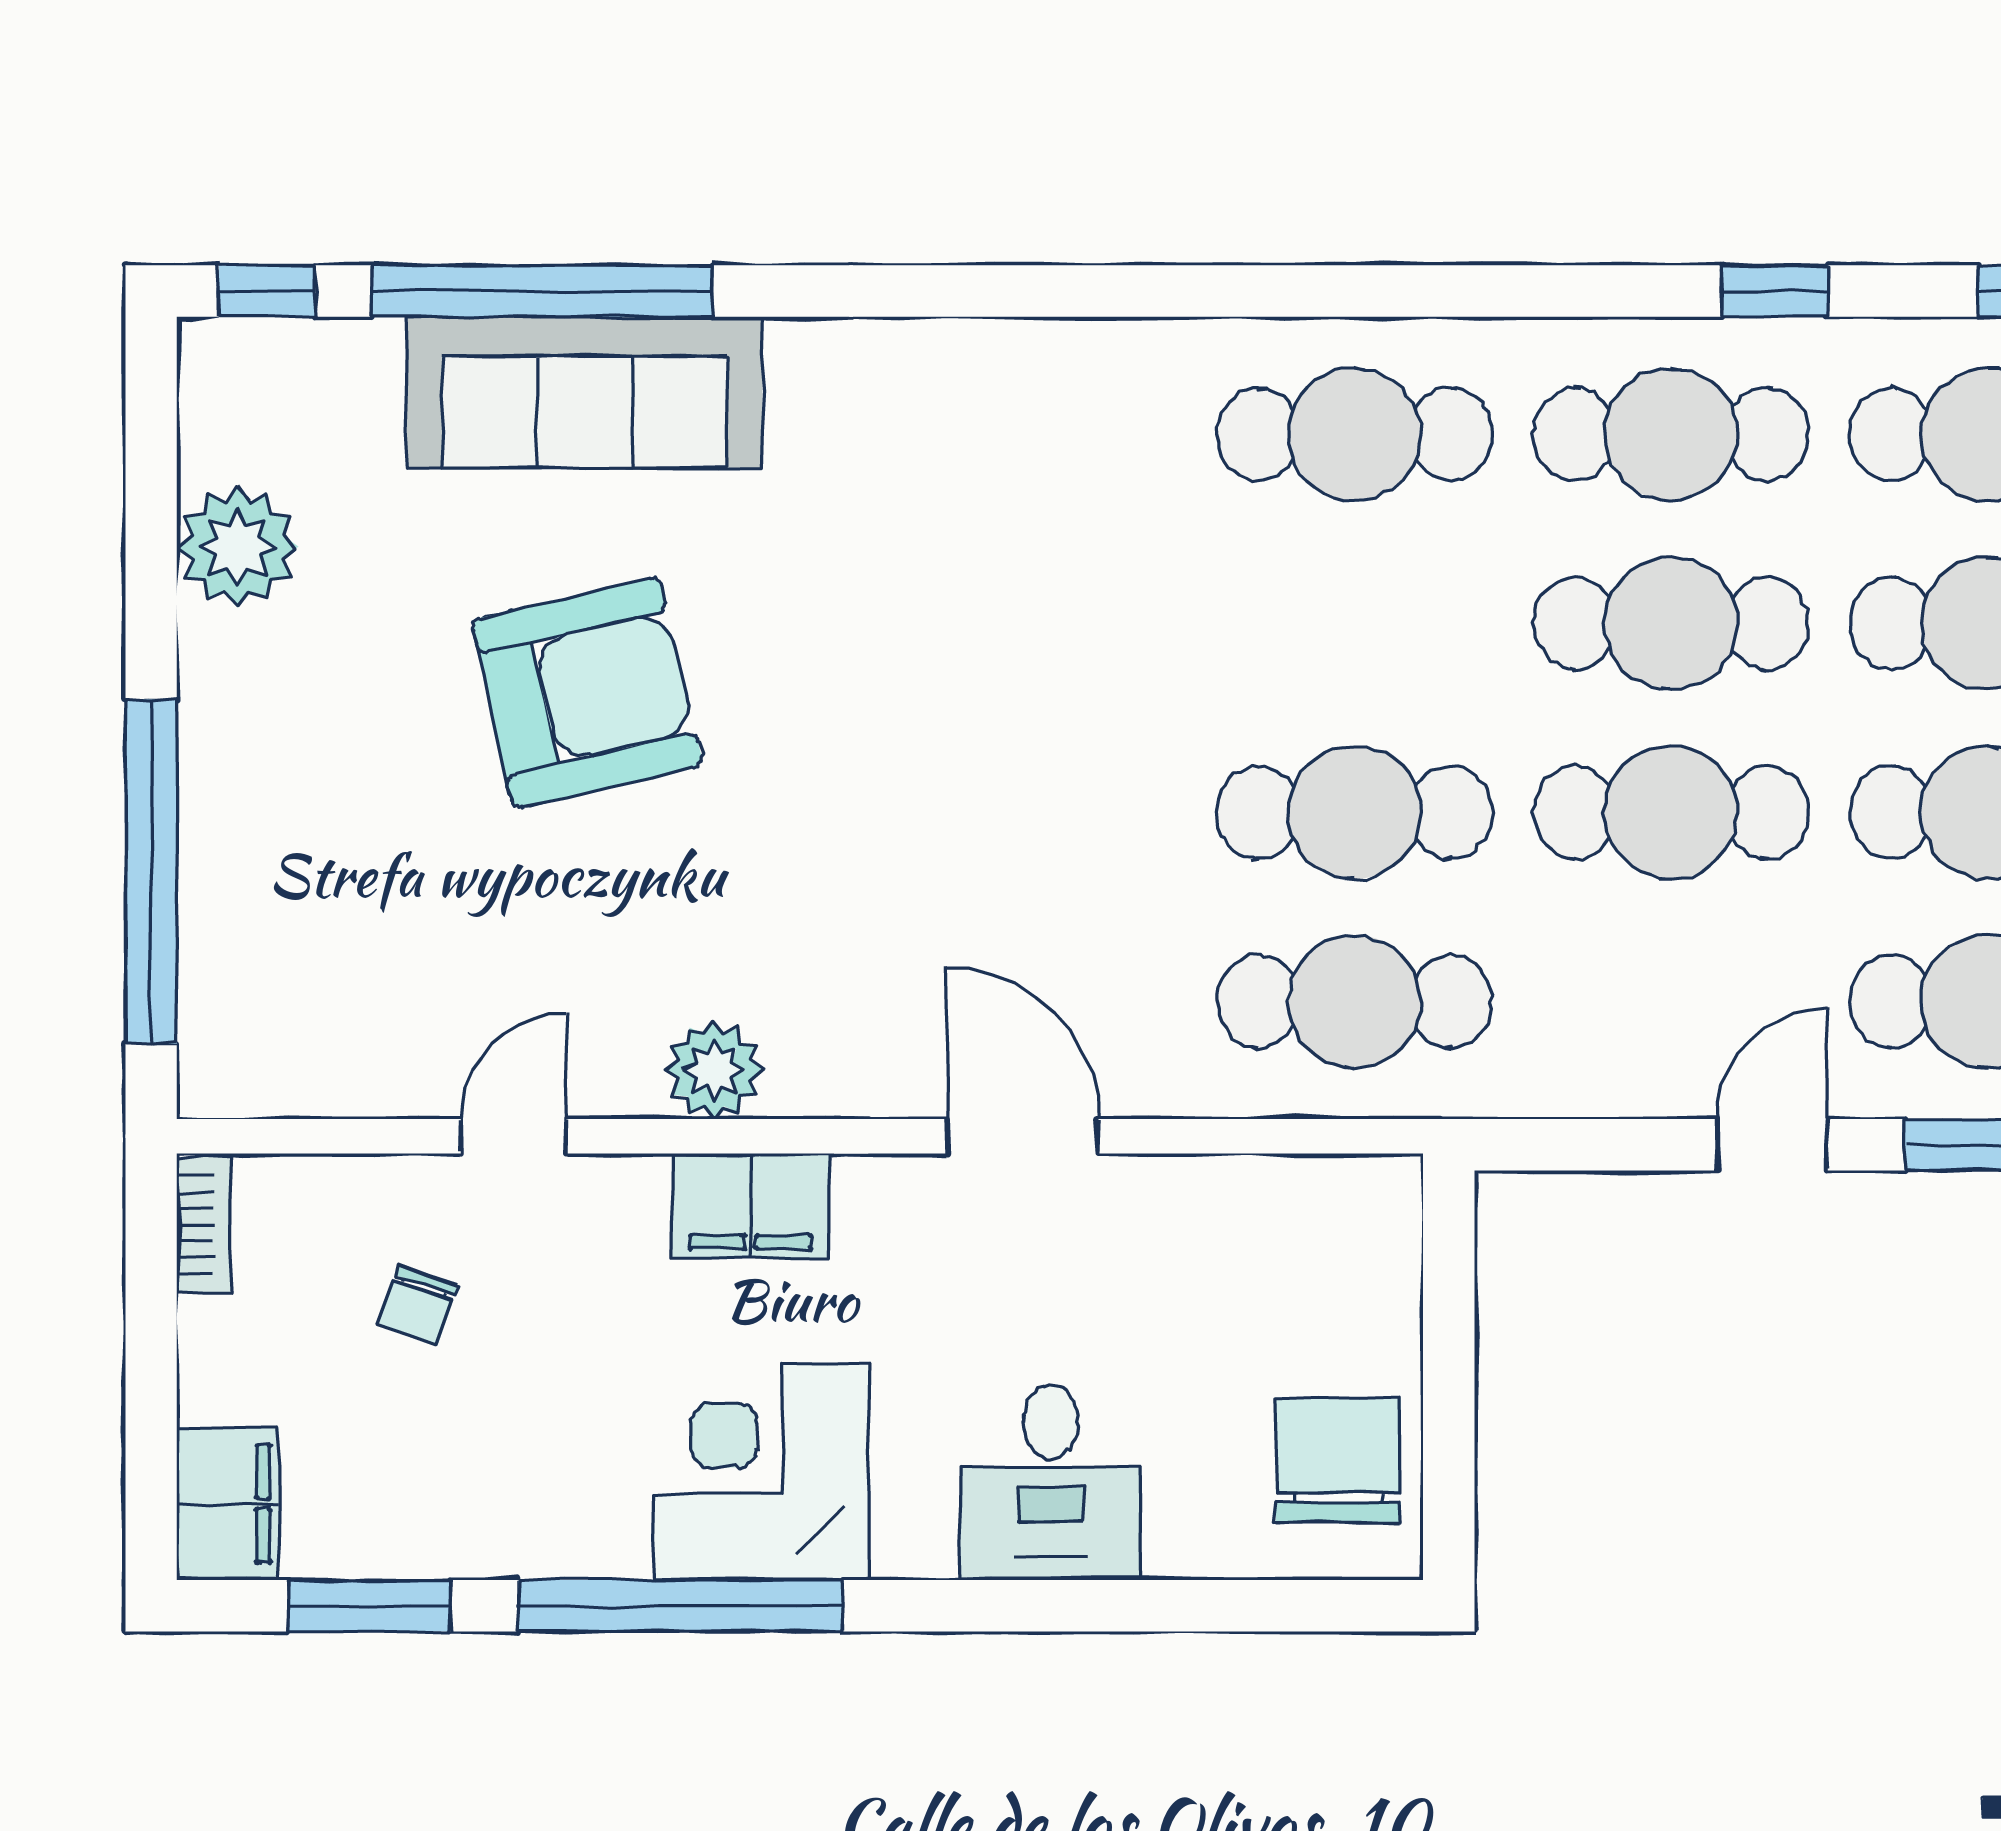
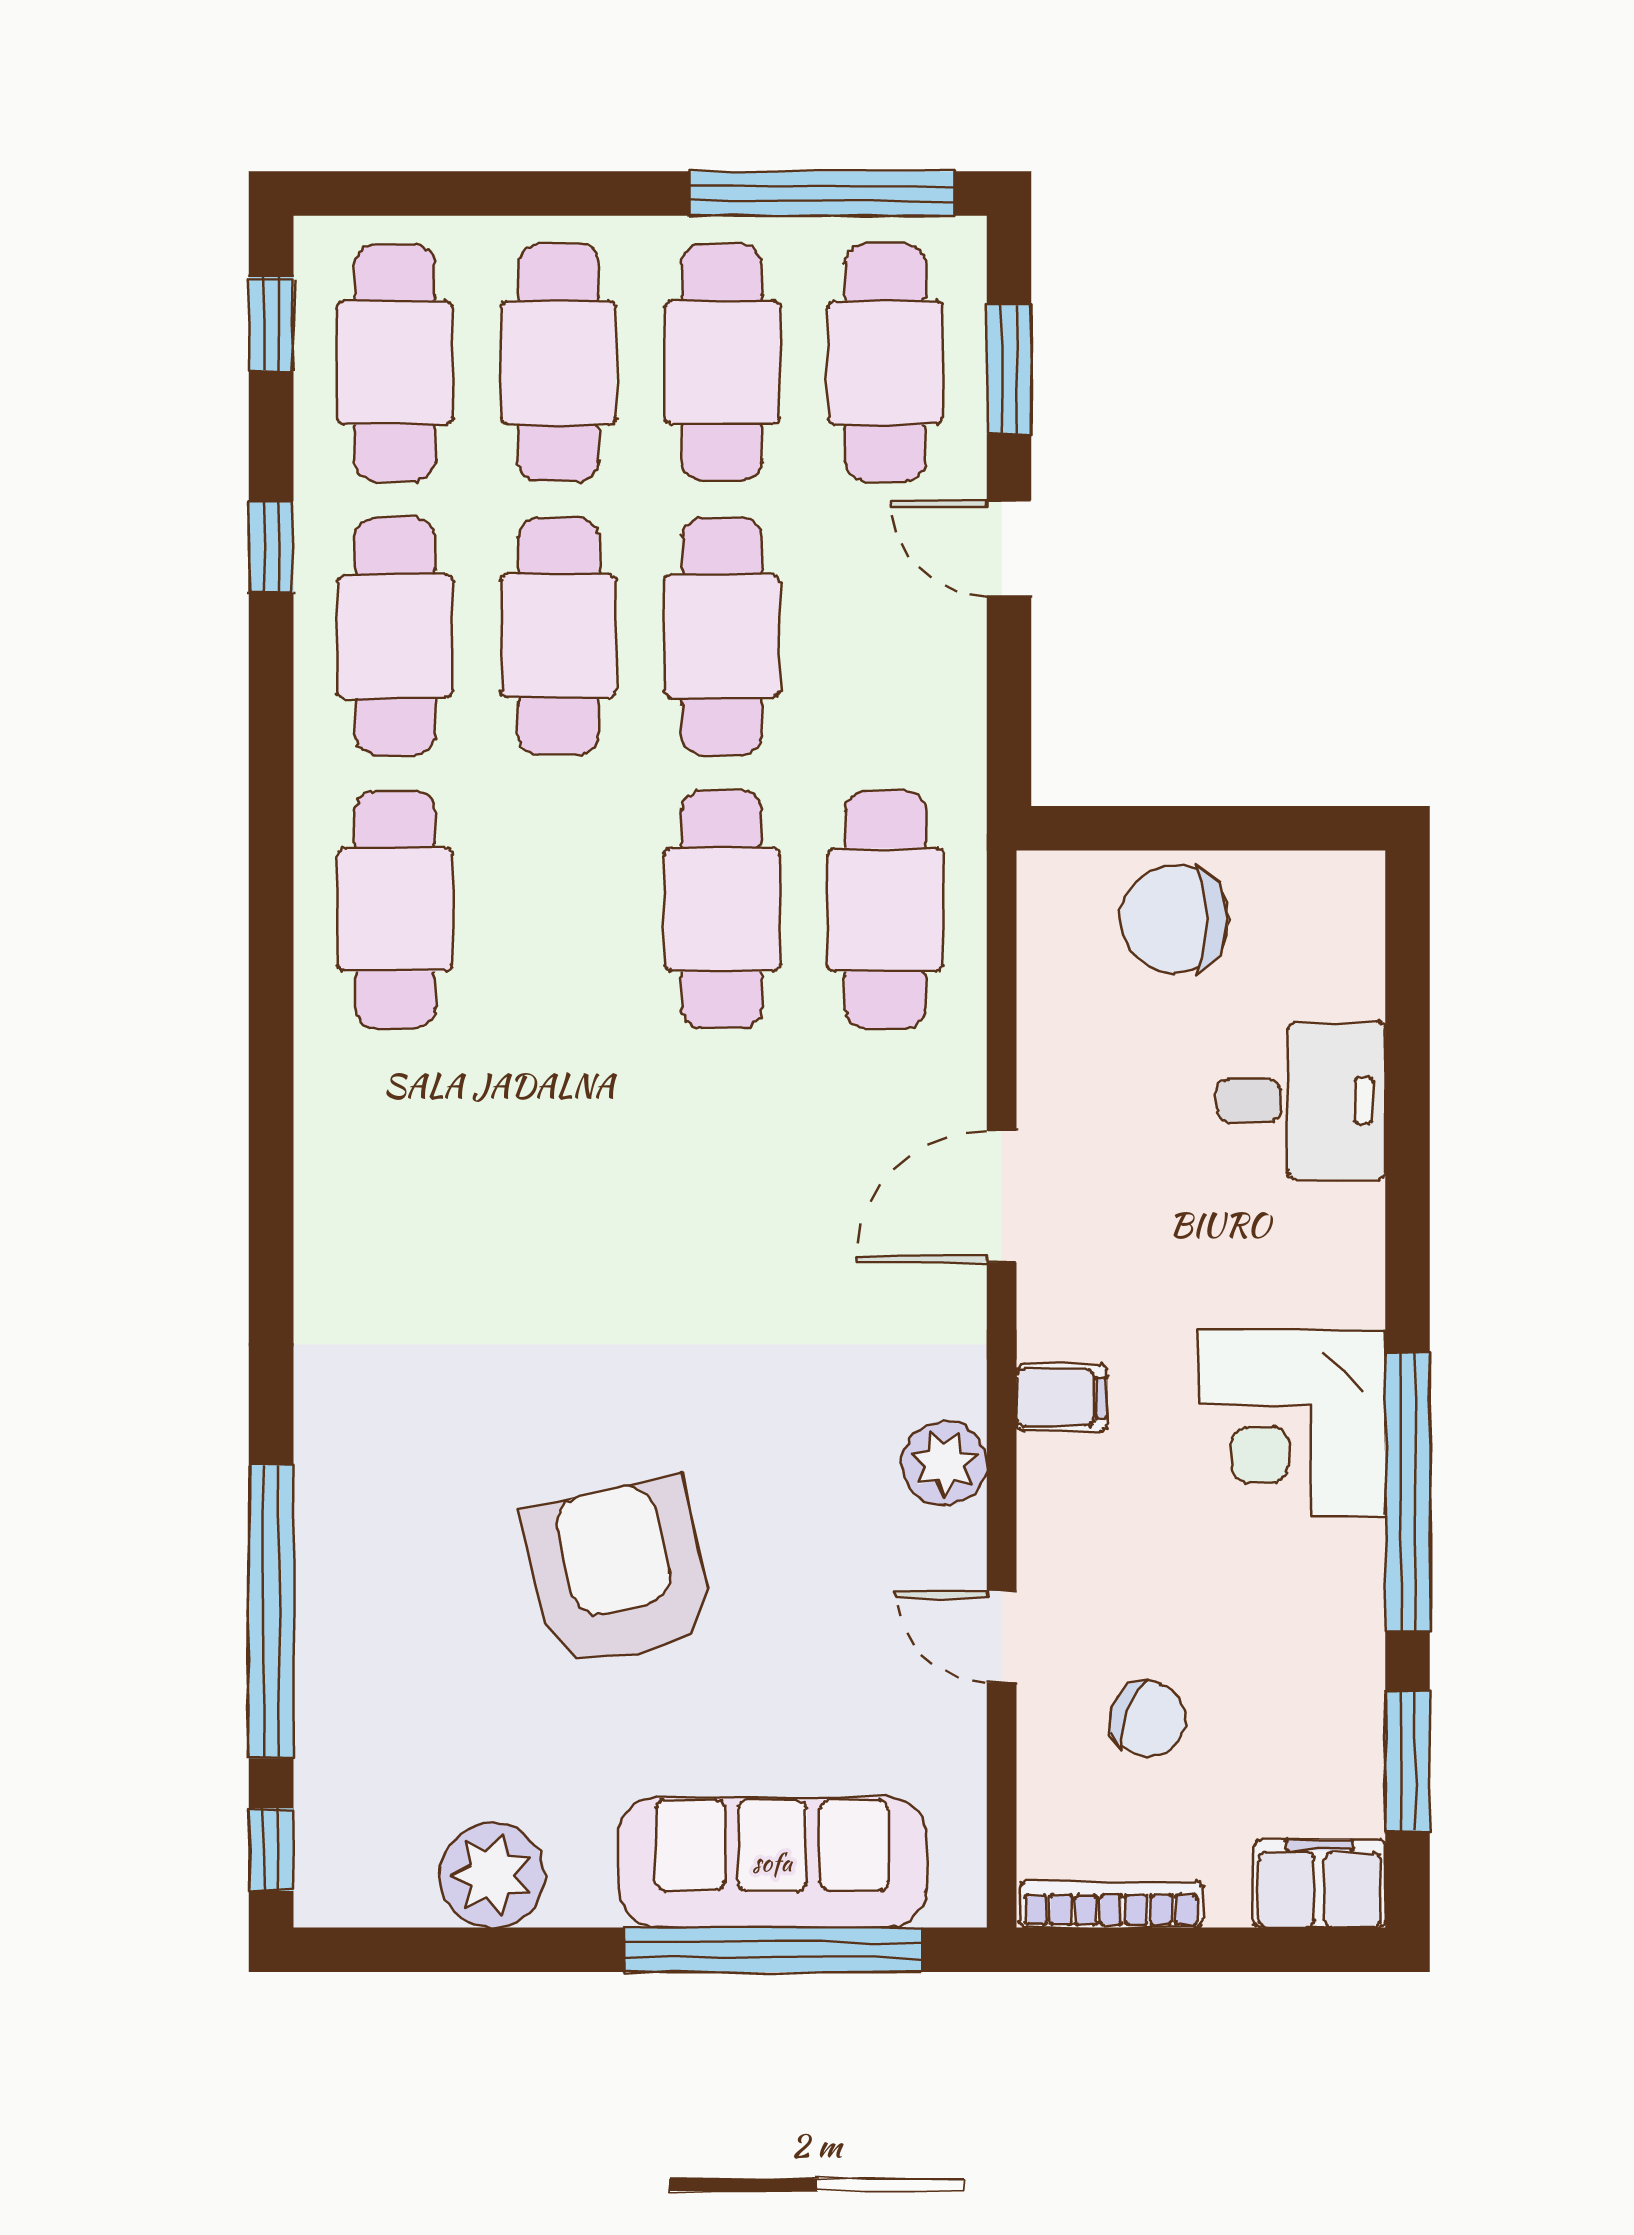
sofa: (585, 392) -> (772, 1862), moved, turned -90
filing cabinet: (751, 1206) -> (1062, 1398), width x0.50
bookcase: (204, 1225) -> (1111, 1904), width x1.56
chair: (418, 1306) -> (1148, 1719), width x1.37, depth x1.37
chair: (1338, 1460) -> (1175, 919), moved
desk: (1051, 1483) -> (1301, 1101), moved

